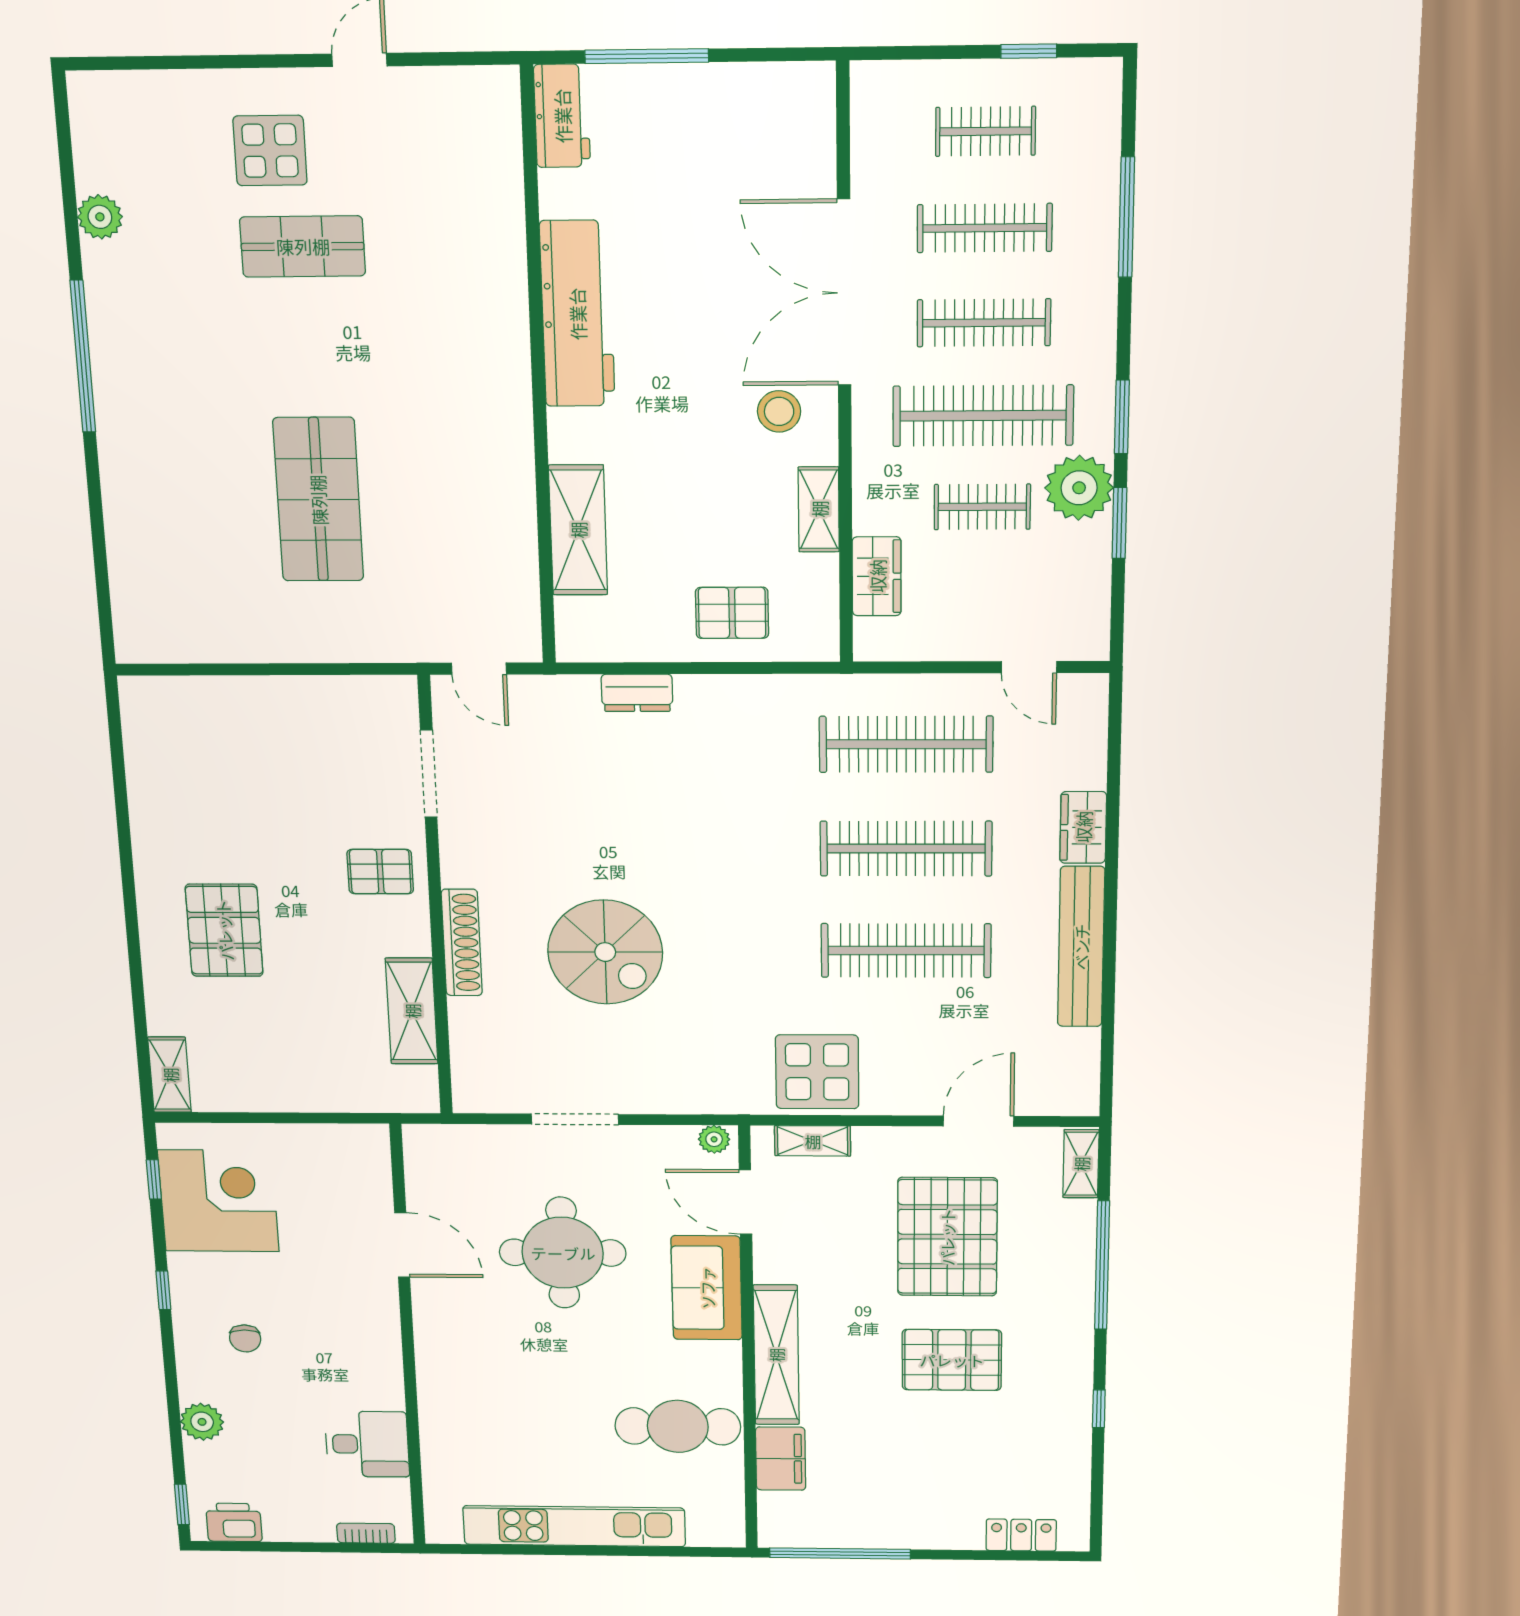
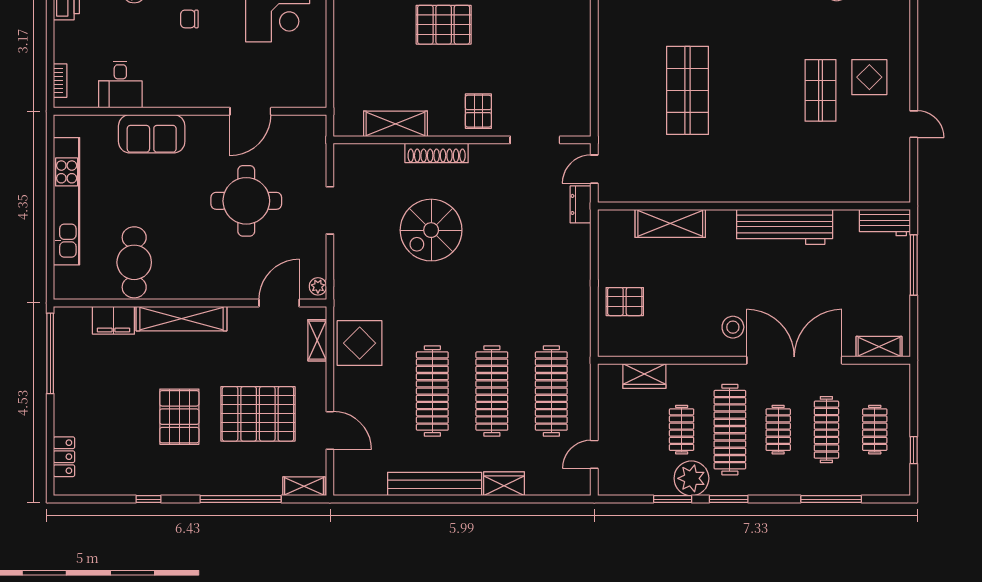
clothes rail: (984, 323) -> (778, 430), width x0.73
shop shelf: (318, 500) -> (687, 90), turned 90
shelving: (819, 509) -> (879, 347), moved
pallet: (732, 613) -> (625, 302), turned 90
dresser: (637, 693) -> (581, 204), moved
sofa: (707, 1288) -> (152, 134), moved, turned 180

